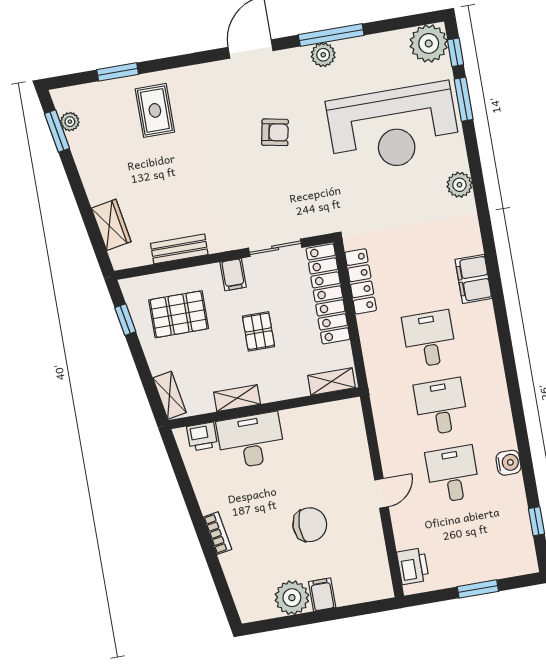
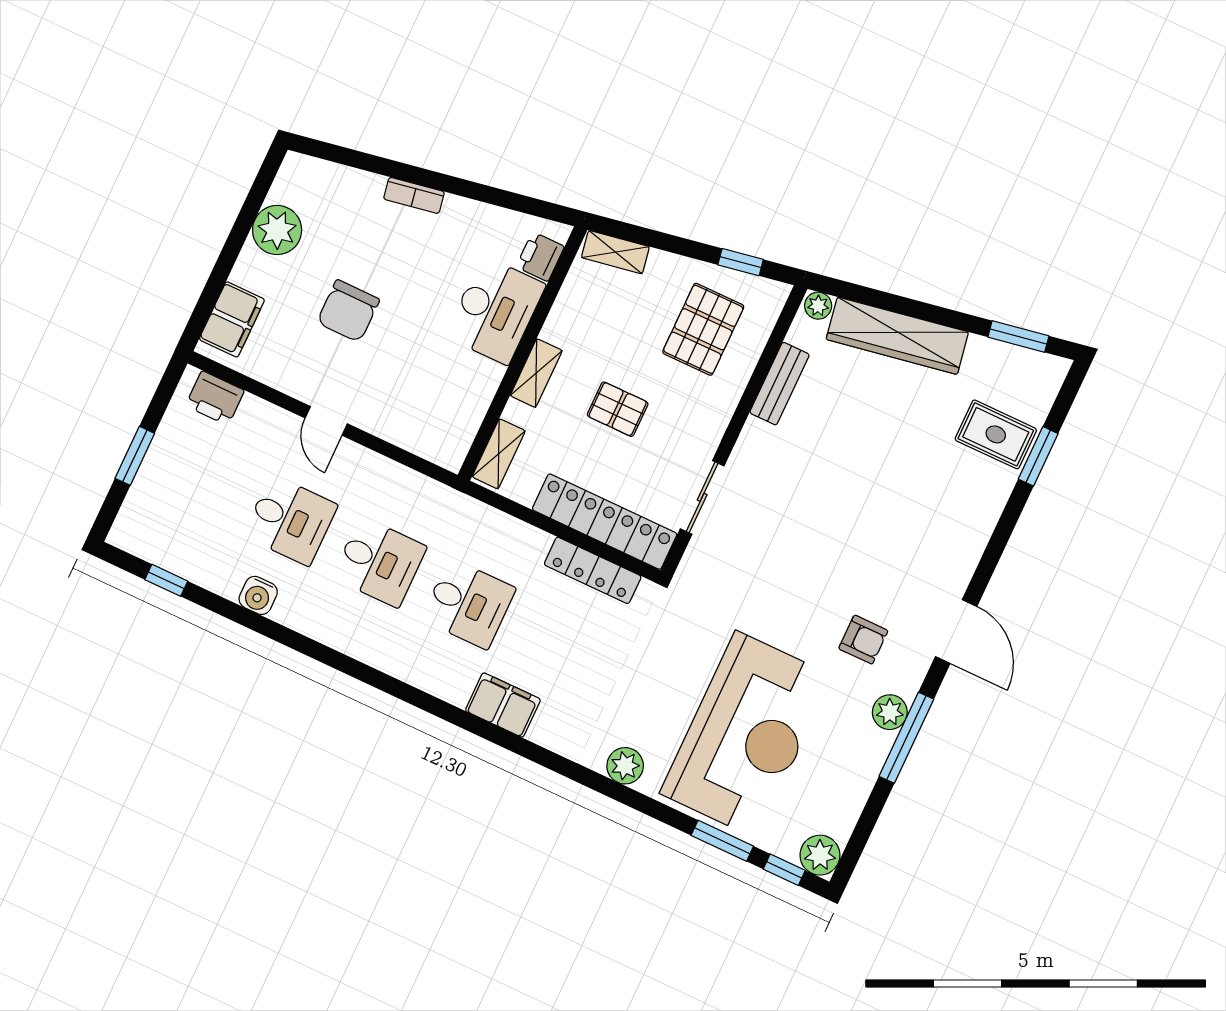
plant: (429, 43) -> (820, 855), width x0.73, depth x0.73
rug: (155, 110) -> (996, 434), moved
plant: (70, 122) -> (818, 306), moved
reception desk: (393, 128) -> (746, 735), turned 180
armchair: (275, 132) -> (863, 640), moved, turned -101
wardrobe: (111, 225) -> (897, 336), width x2.10, depth x1.17
filing cabinet: (233, 275) -> (705, 426), removed
shelving: (237, 398) -> (536, 373), moved
filing cabinet: (322, 595) -> (232, 319), moved, width x2.00

